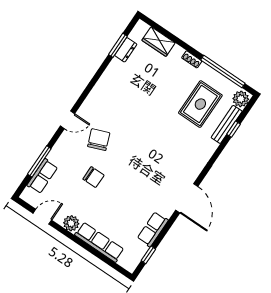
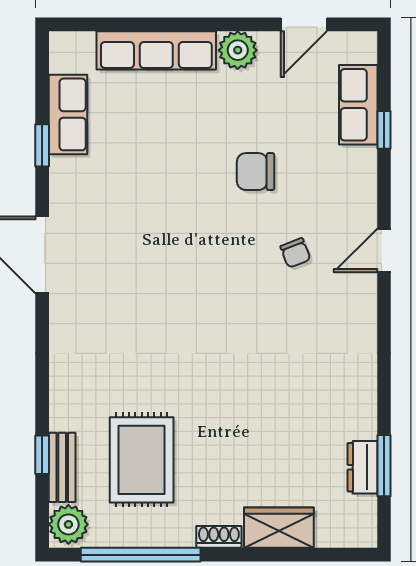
wardrobe: (159, 42) -> (279, 528), moved
bench: (227, 124) -> (62, 467), width x0.73
chair: (99, 140) -> (295, 253), width x0.54, depth x0.54
window: (39, 161) -> (384, 130), width x0.46
row of seats: (153, 229) -> (68, 114), moved
window: (148, 255) -> (42, 145), moved

